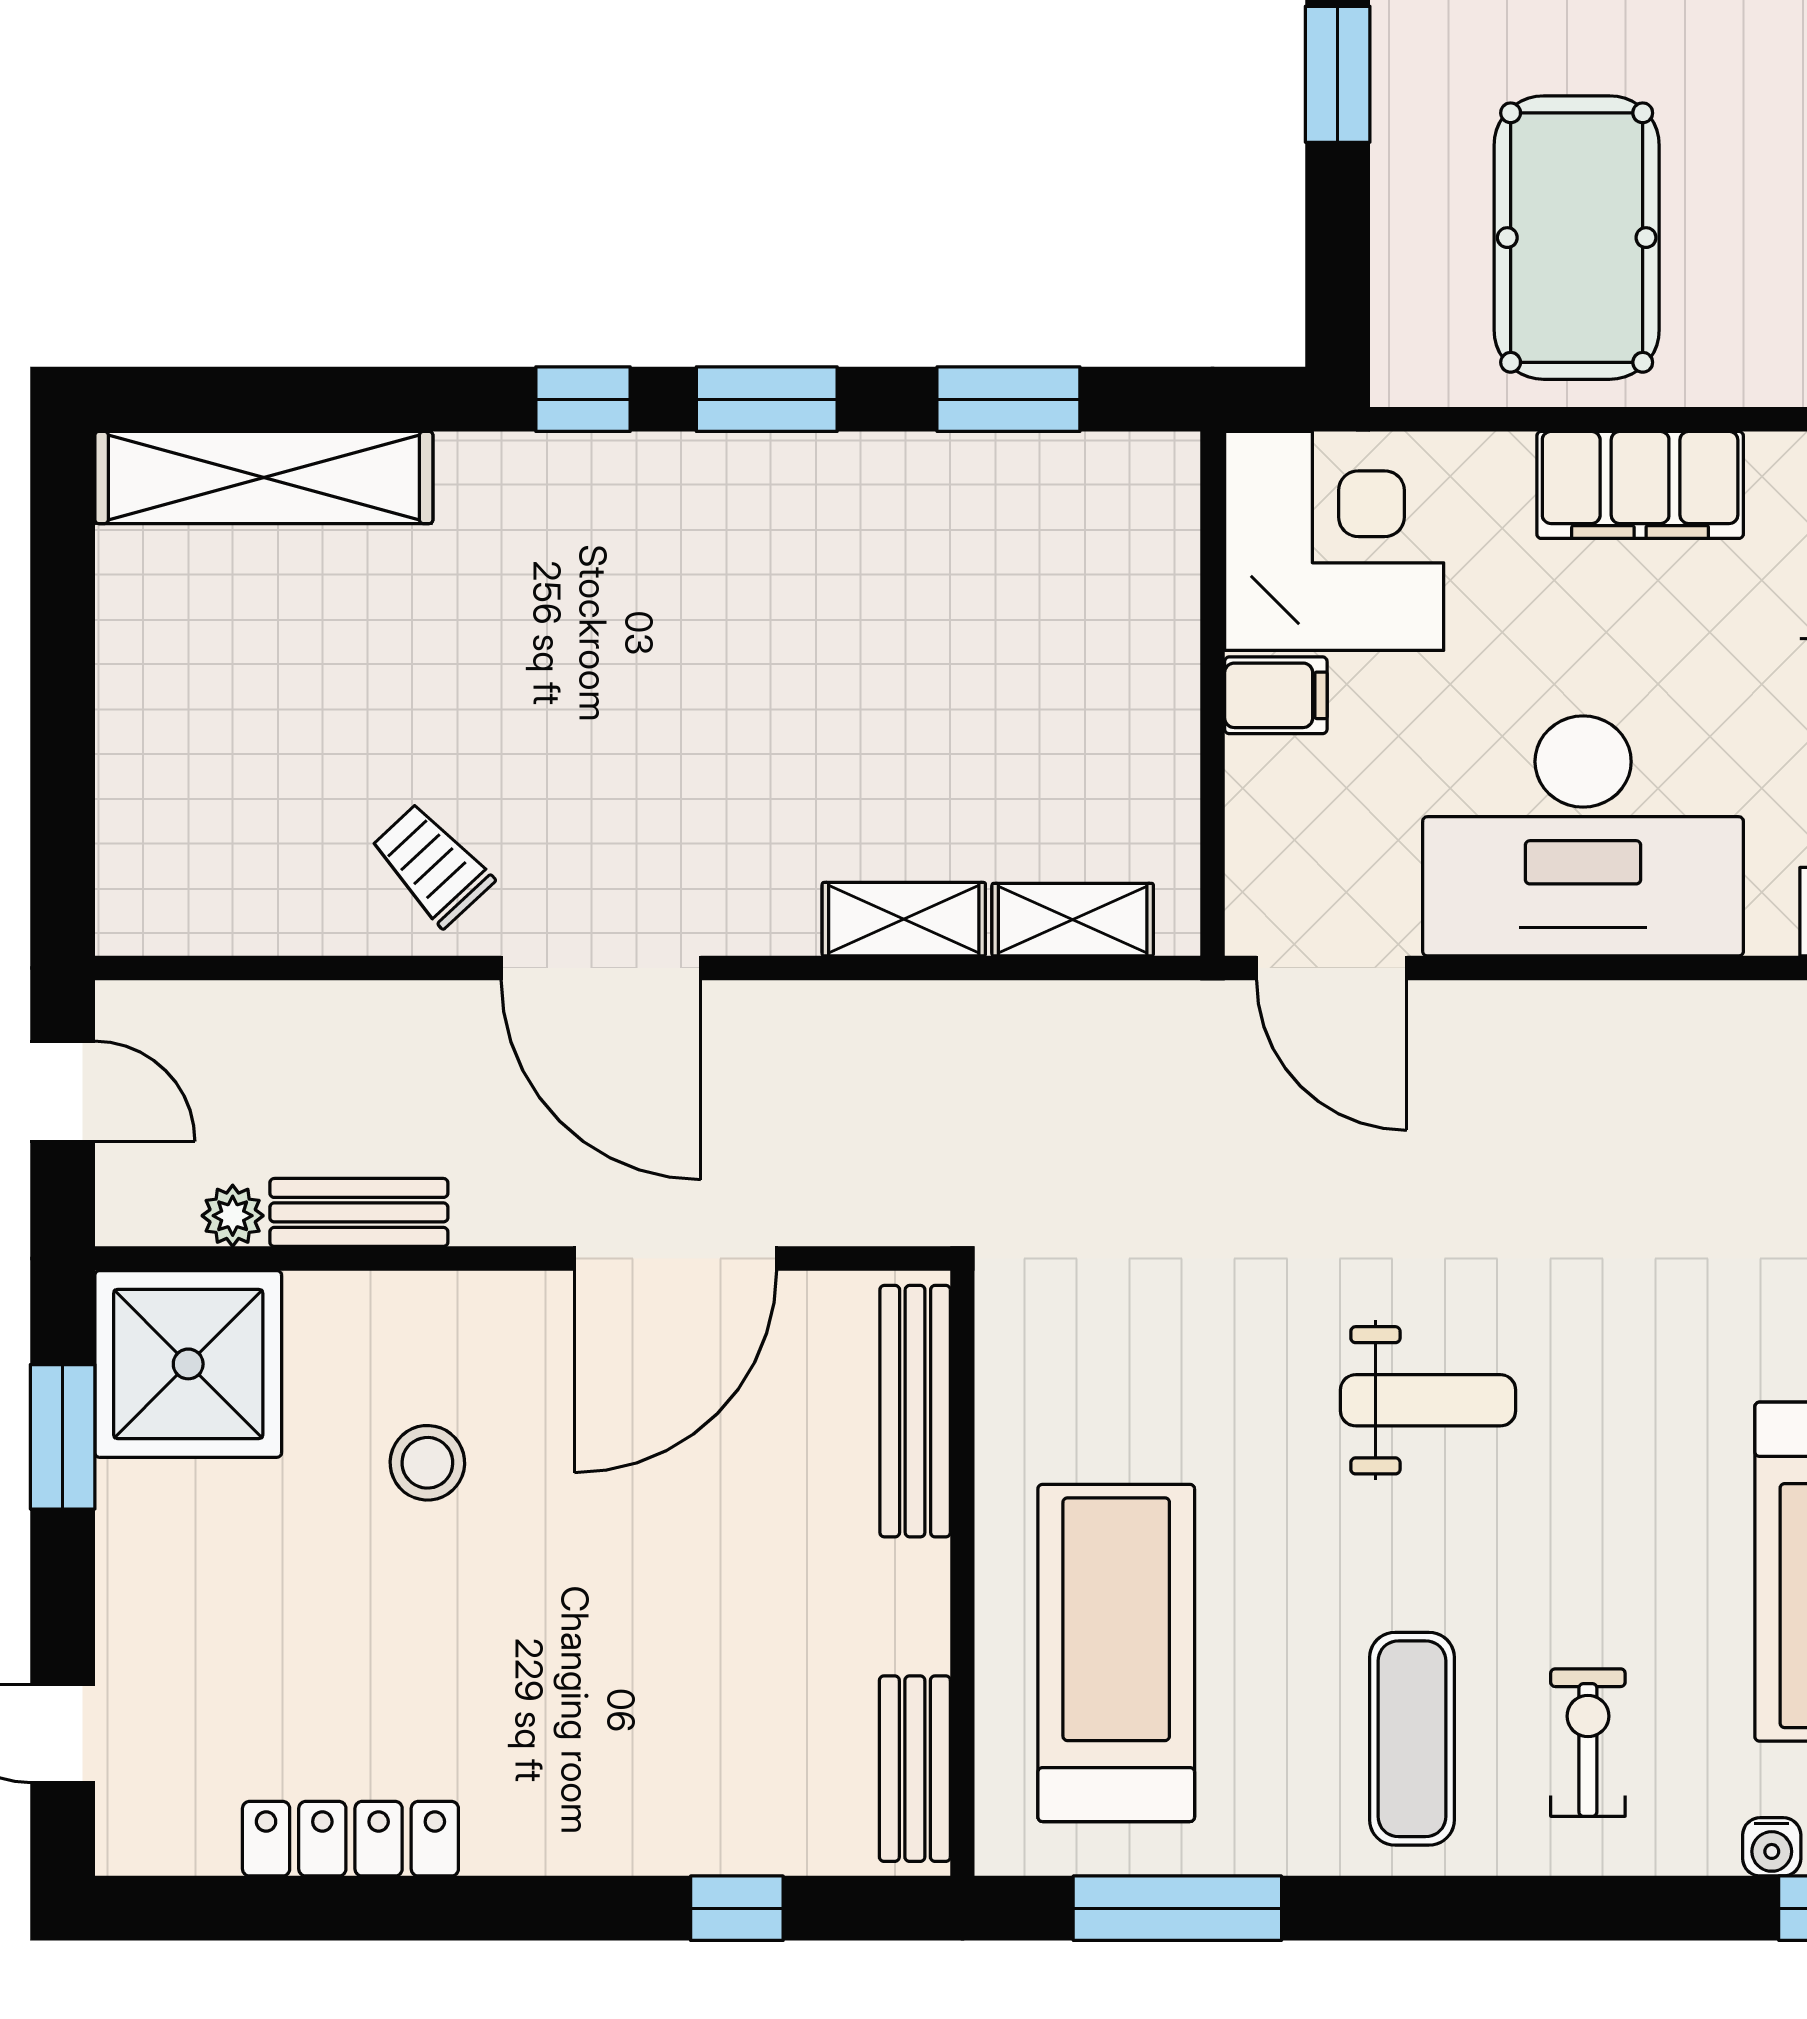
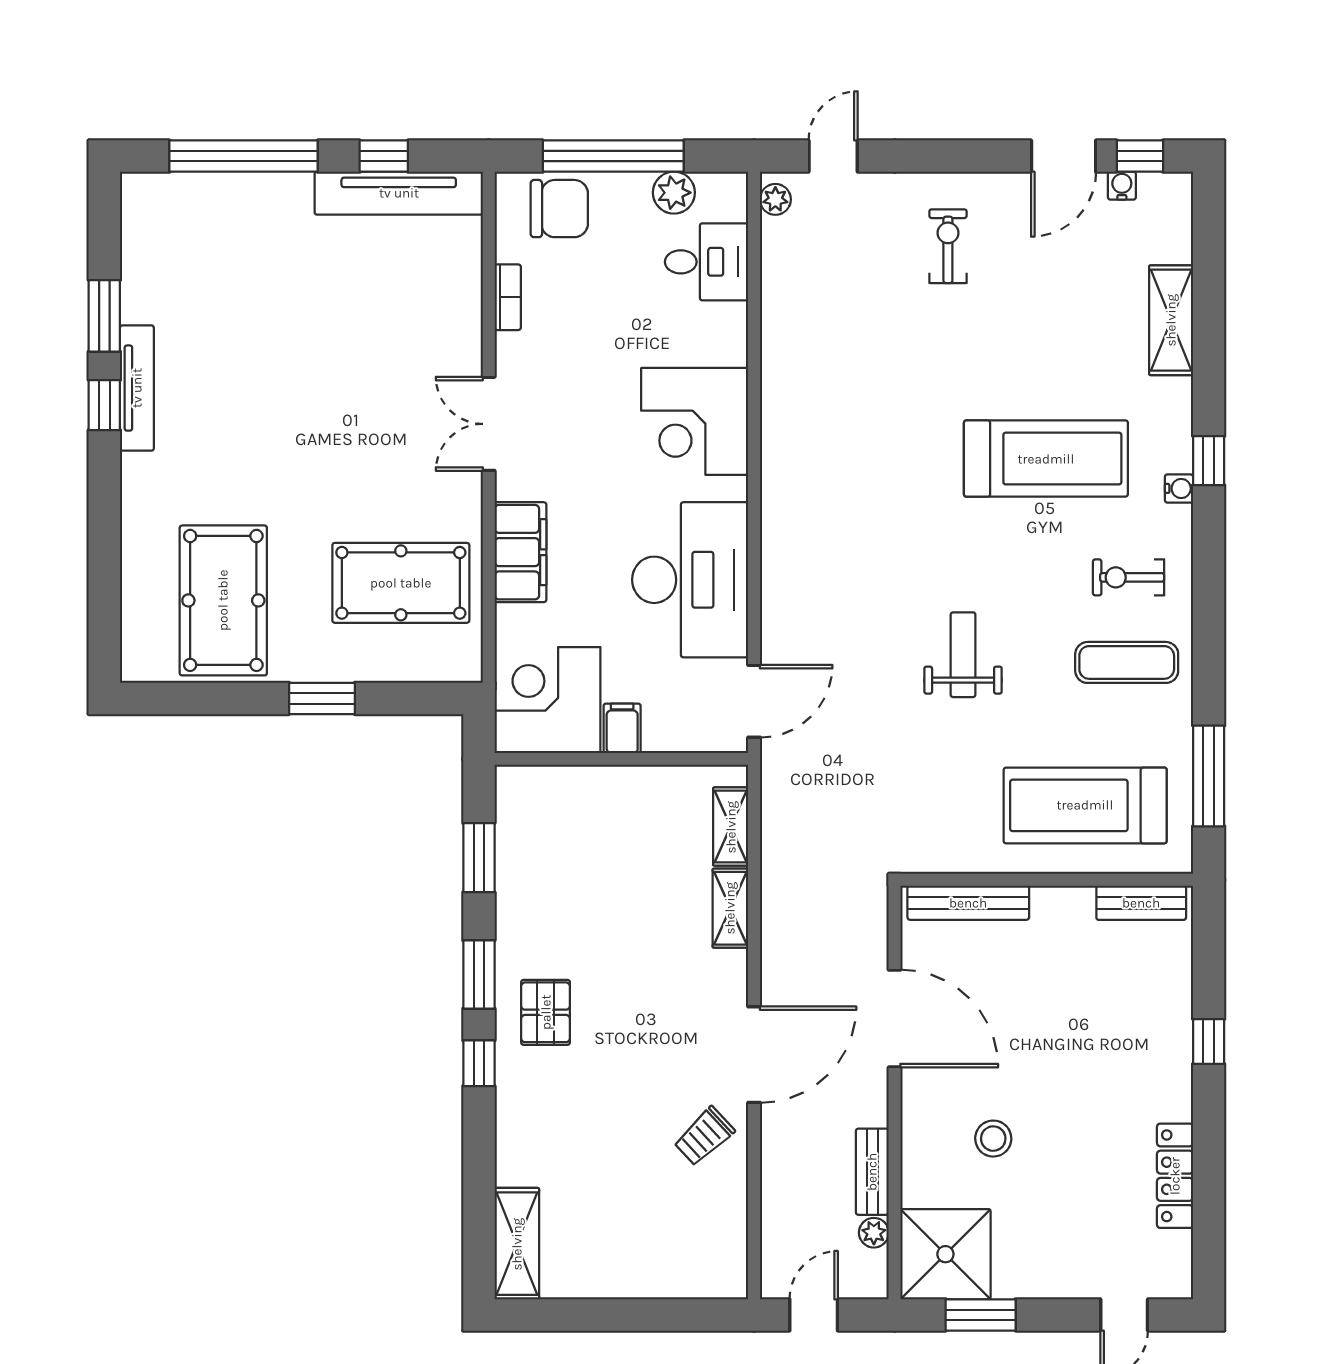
shelving: (264, 478) -> (517, 1244), width x0.68
pallet: (688, 537) -> (546, 1012), added
window: (737, 1908) -> (1209, 1042), moved

